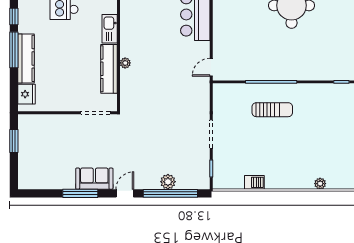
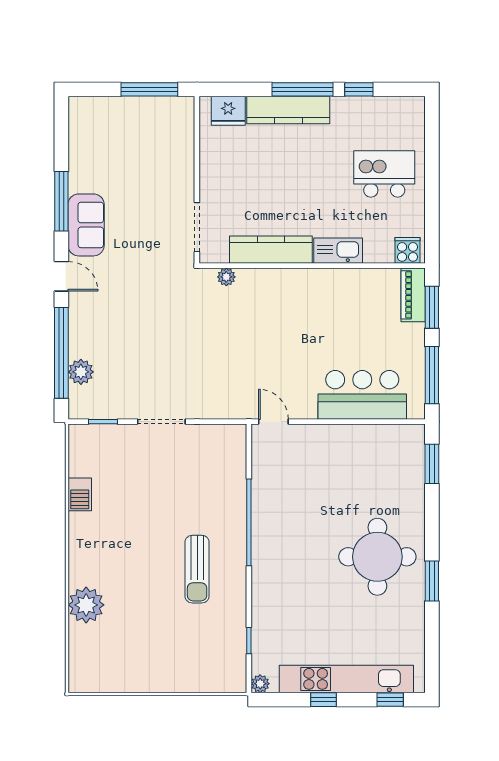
plant: (125, 63) -> (226, 277), moved
sun lounger: (272, 110) -> (197, 569), moved
window: (14, 141) -> (149, 89), width x1.44
plant: (168, 182) -> (81, 372), moved
plant: (320, 184) -> (86, 605), width x1.87, depth x1.87

